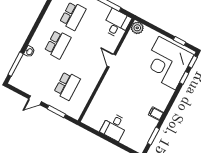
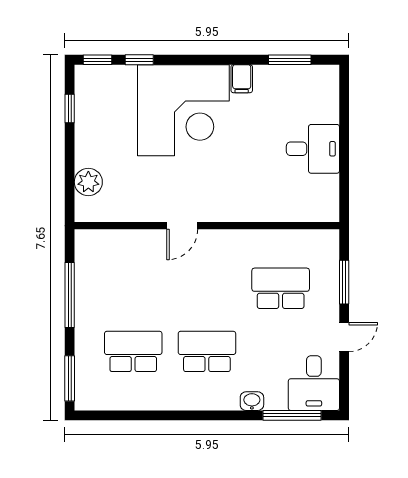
desk: (117, 24) -> (314, 383), moved, turned -90
plant: (137, 28) -> (88, 182), moved
corner desk: (167, 63) -> (183, 110), moved
door: (35, 100) -> (344, 337), hinge flipped

